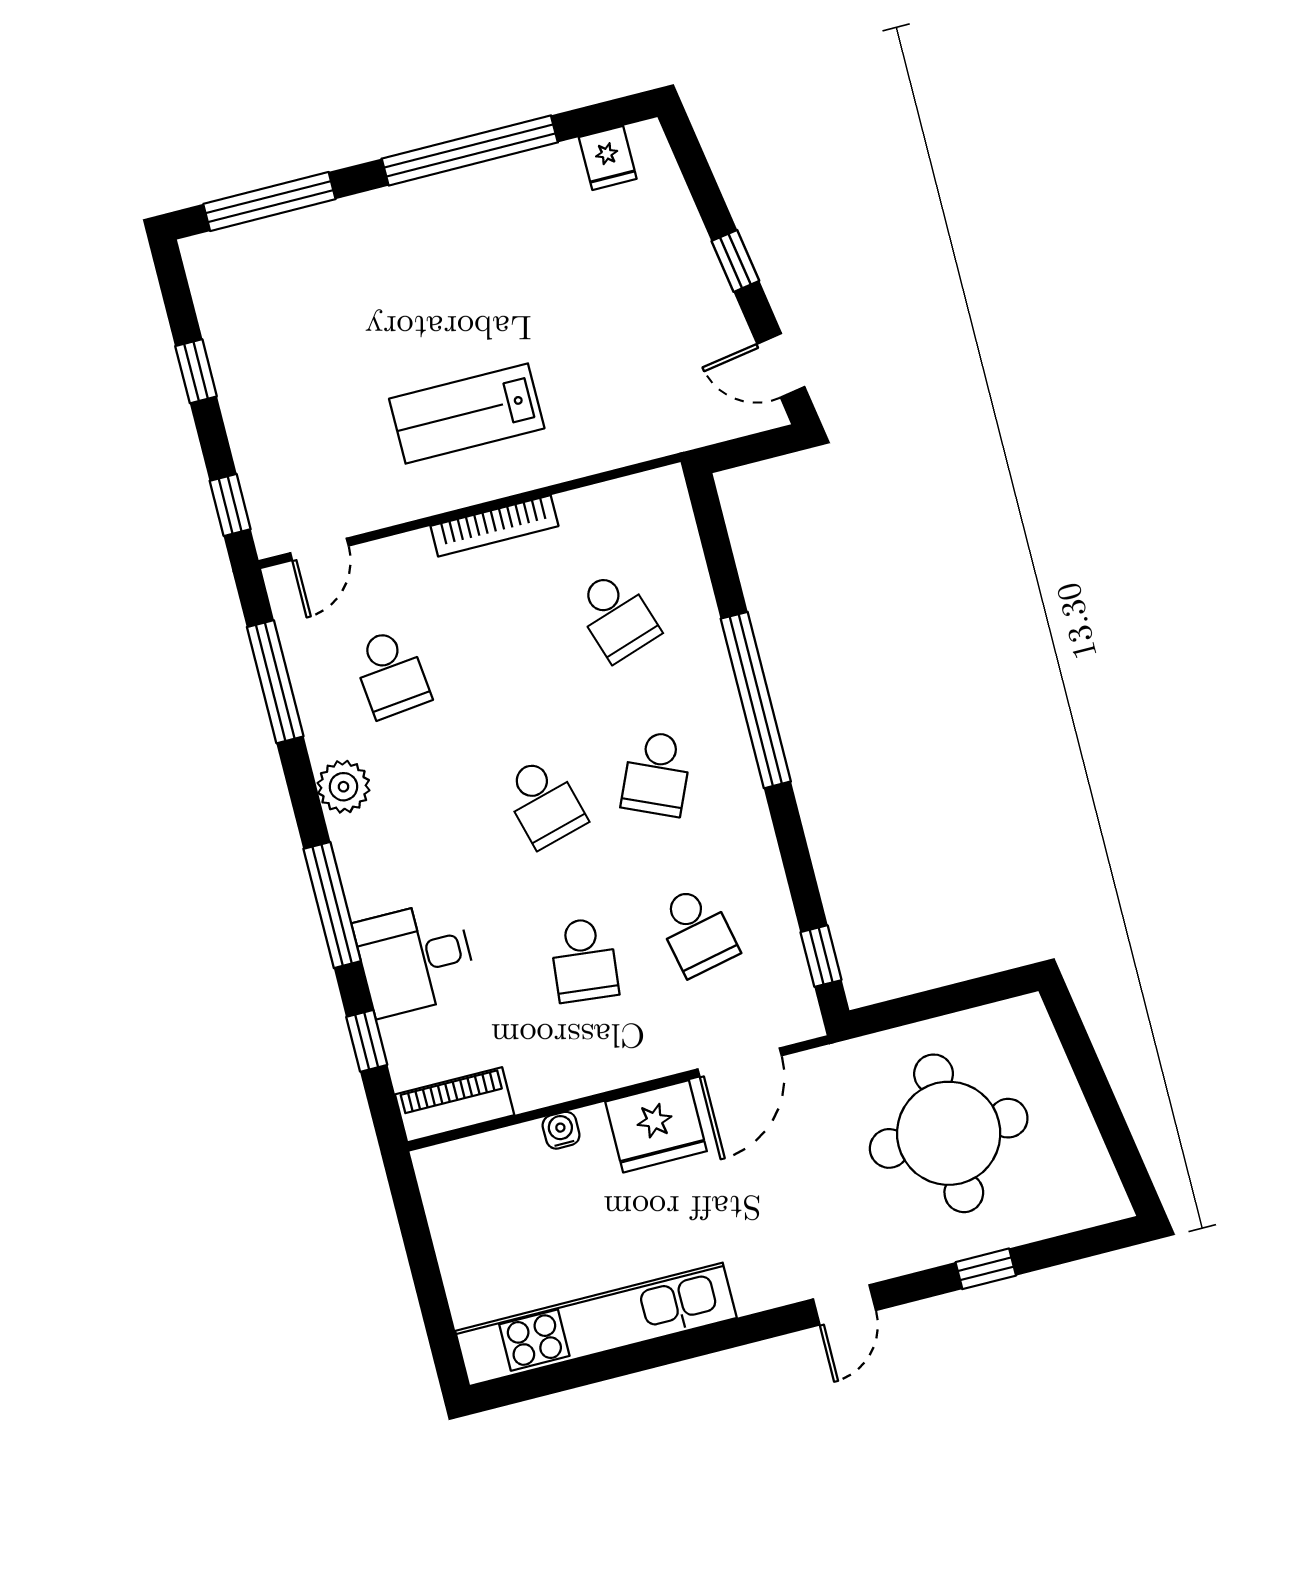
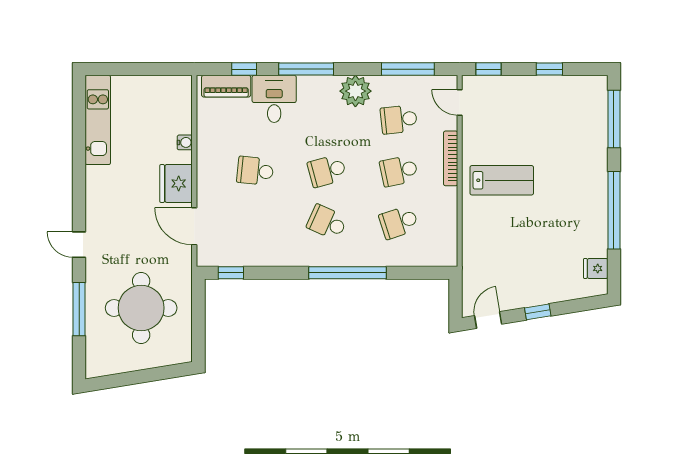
lab bench: (467, 414) -> (502, 180), turned 90
bookcase: (494, 526) -> (451, 158), moved
plant: (344, 787) -> (355, 91), width x1.36, depth x1.36
school desk: (697, 931) -> (399, 171), moved
piano: (455, 1105) -> (226, 86), moved, turned 90
window: (986, 1269) -> (79, 309), width x2.17
kitchen unit: (596, 1324) -> (98, 120), width x0.73

